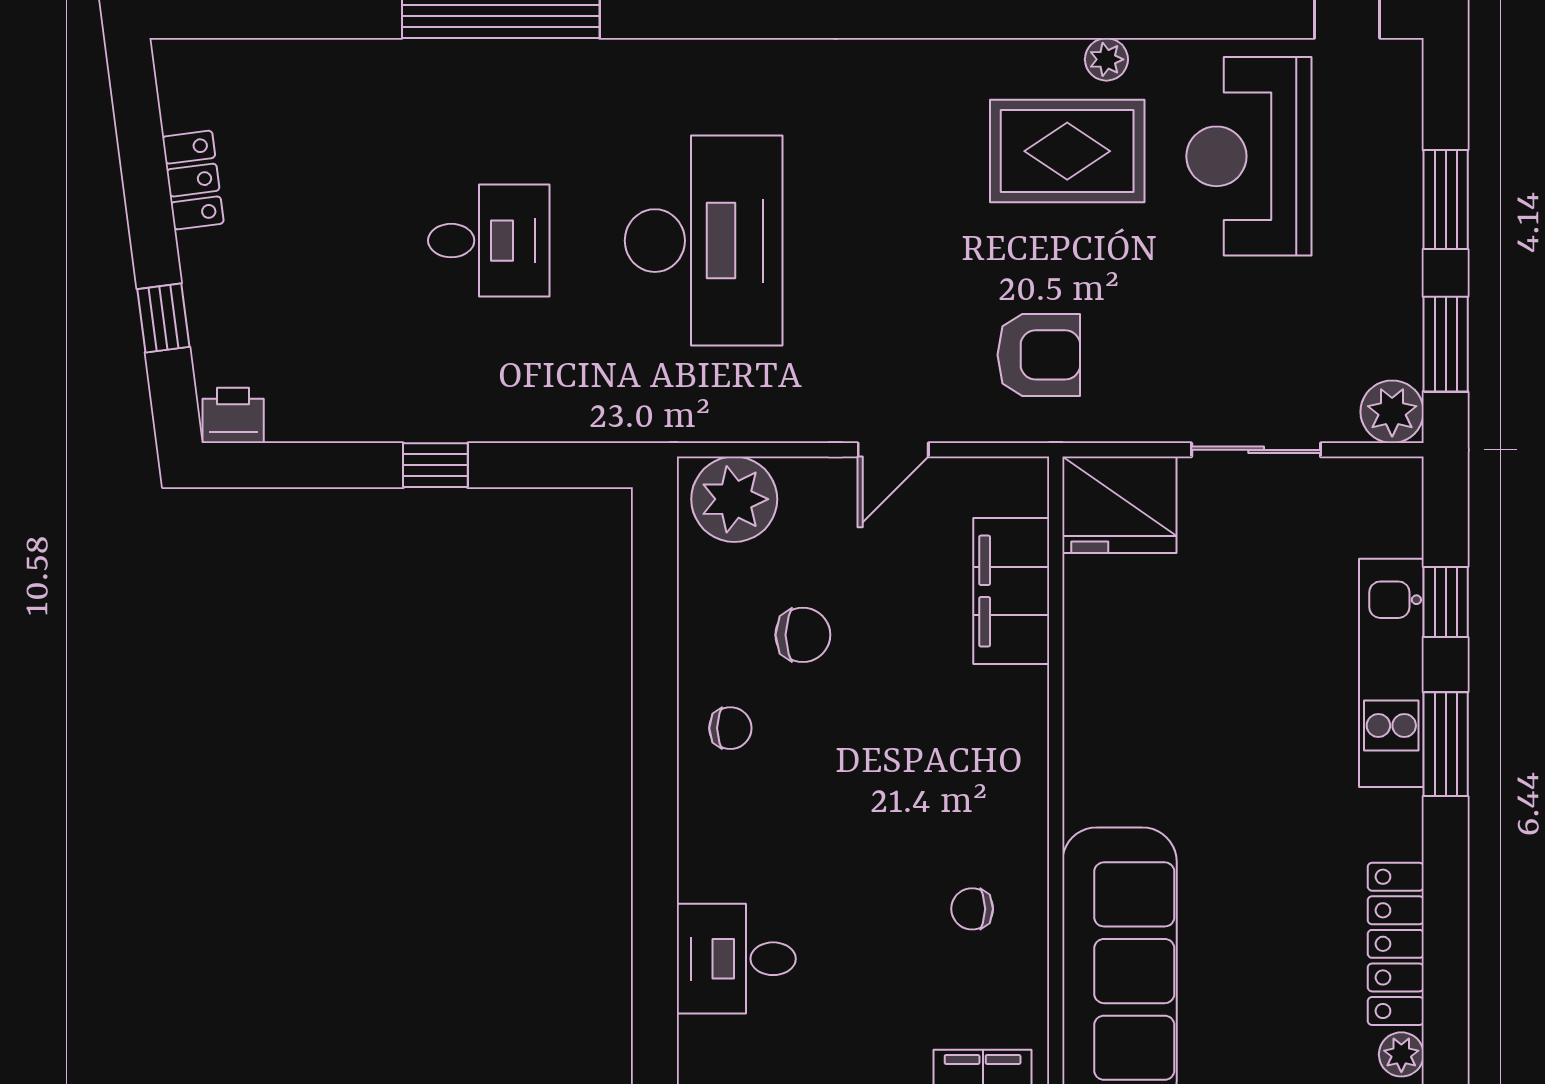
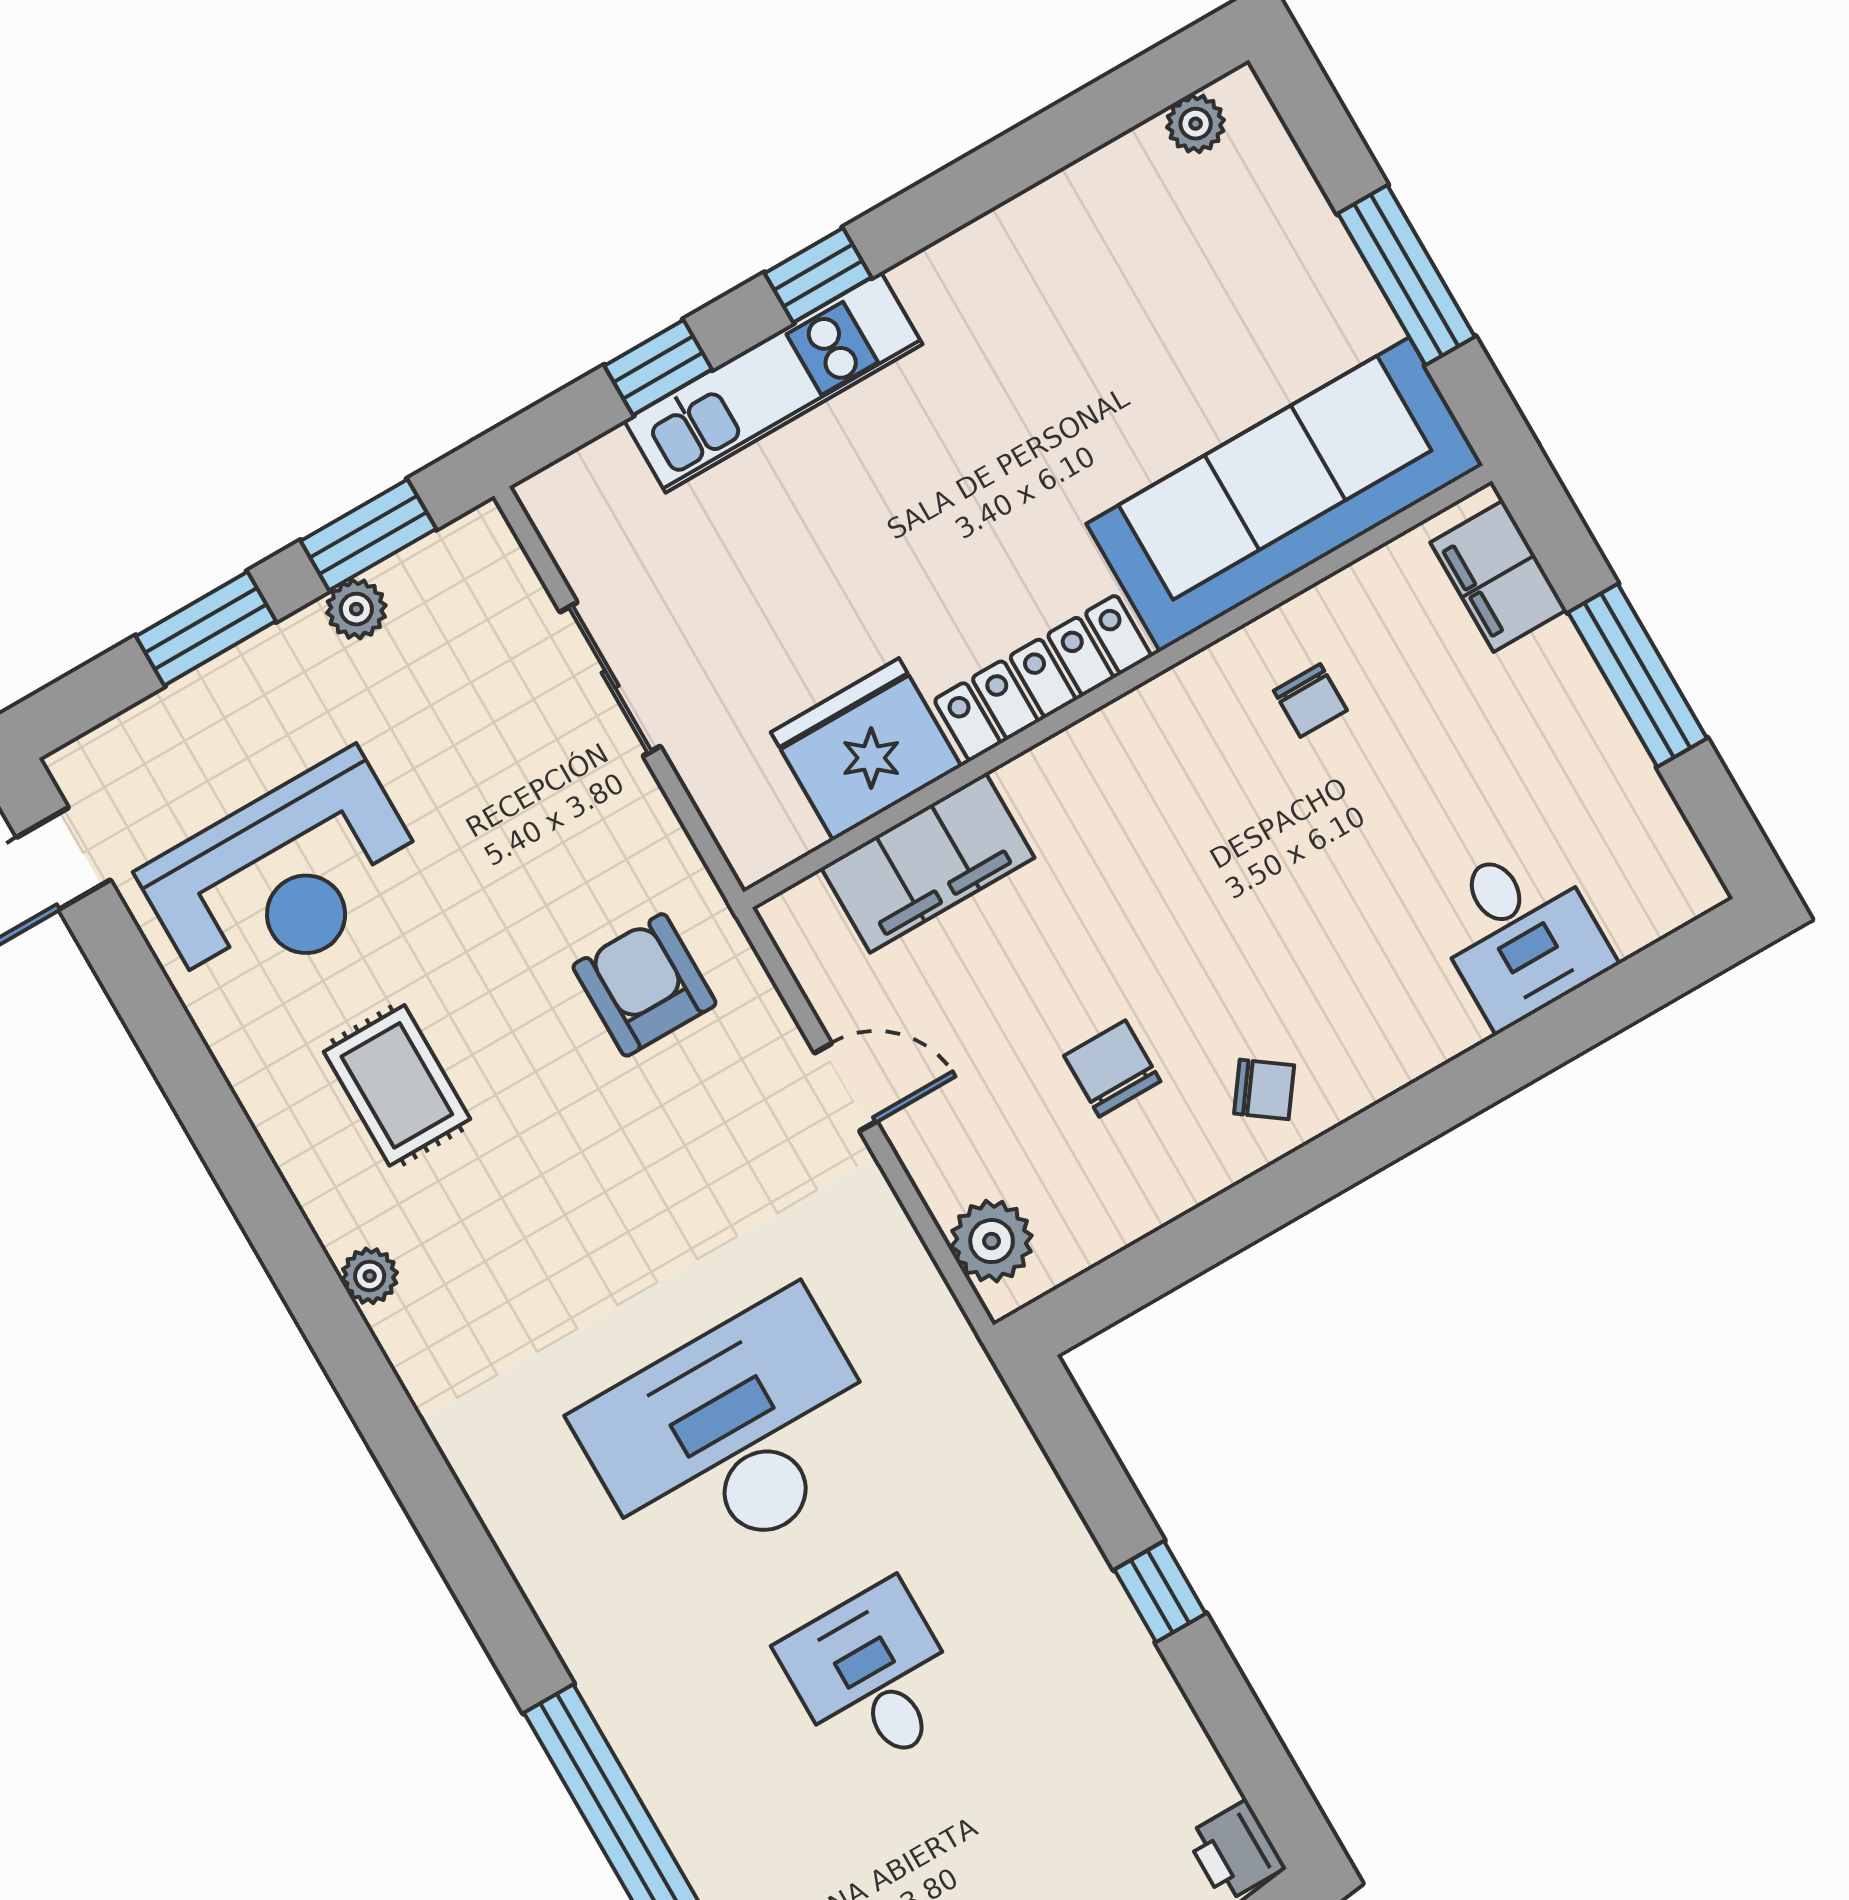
plant: (1106, 59) -> (370, 1276), moved
rug: (1067, 151) -> (397, 1085), width x0.73, depth x0.70
plant: (1392, 412) -> (356, 609), moved, width x0.73, depth x0.73
plant: (734, 499) -> (992, 1241), width x0.73, depth x0.73
fridge: (1119, 505) -> (866, 749), moved, turned -90
chair: (730, 728) -> (1264, 1089), turned 126
window: (1446, 744) -> (818, 275), width x0.67
locker: (1396, 944) -> (1043, 678), moved, turned 180

